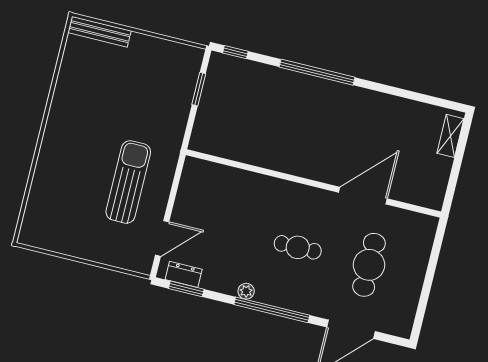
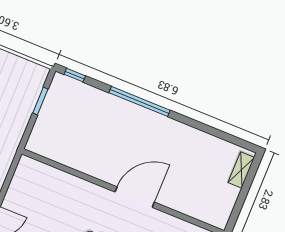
door: (363, 196) -> (135, 197), moved

